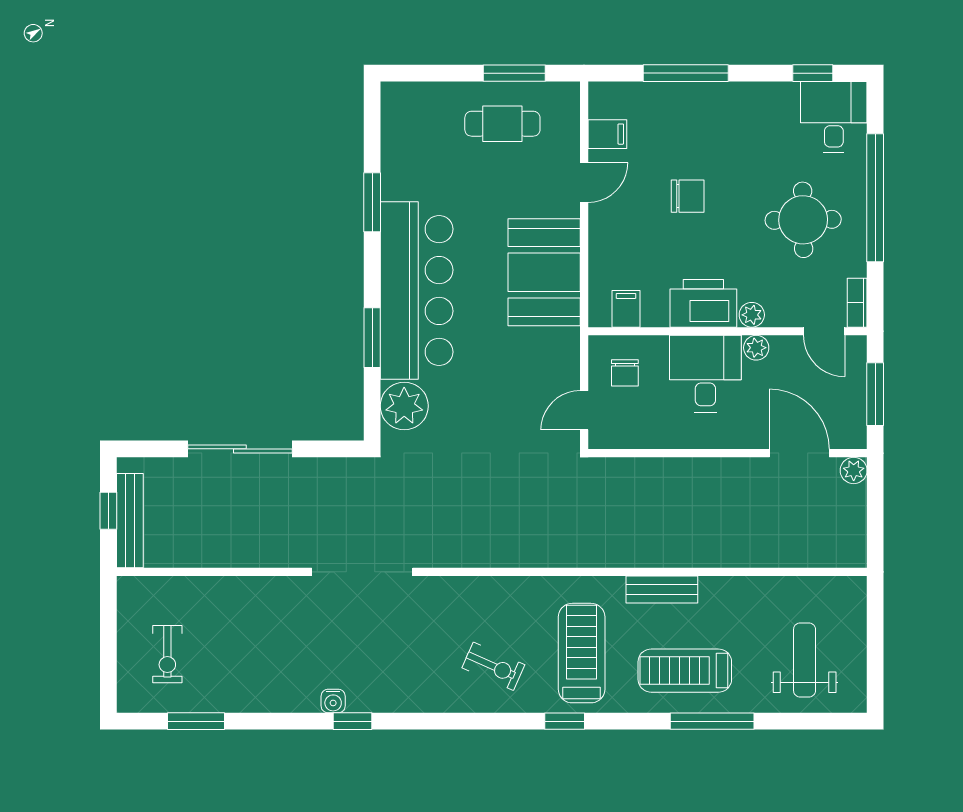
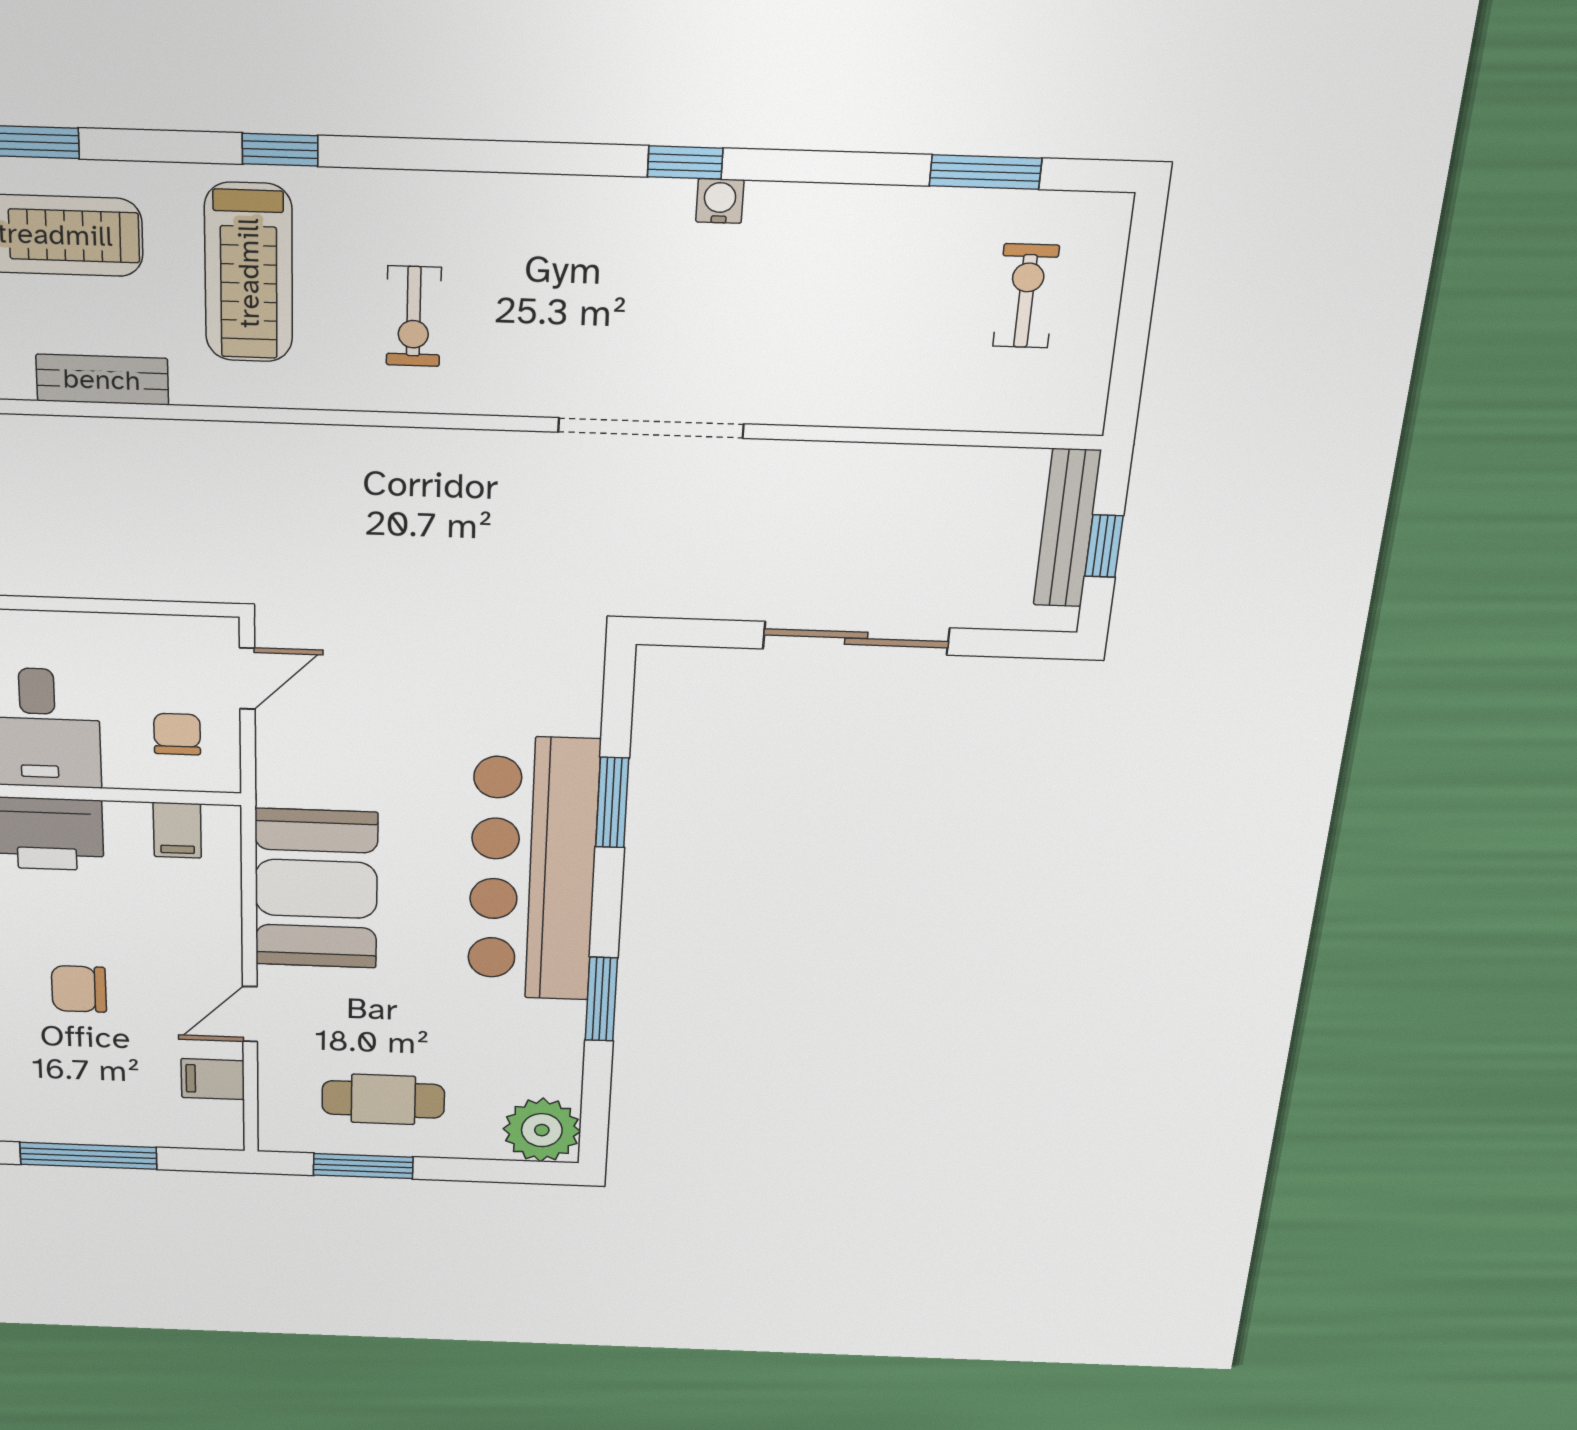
plant: (404, 406) -> (542, 1130), moved
exercise bike: (493, 666) -> (414, 316), moved, turned -114

